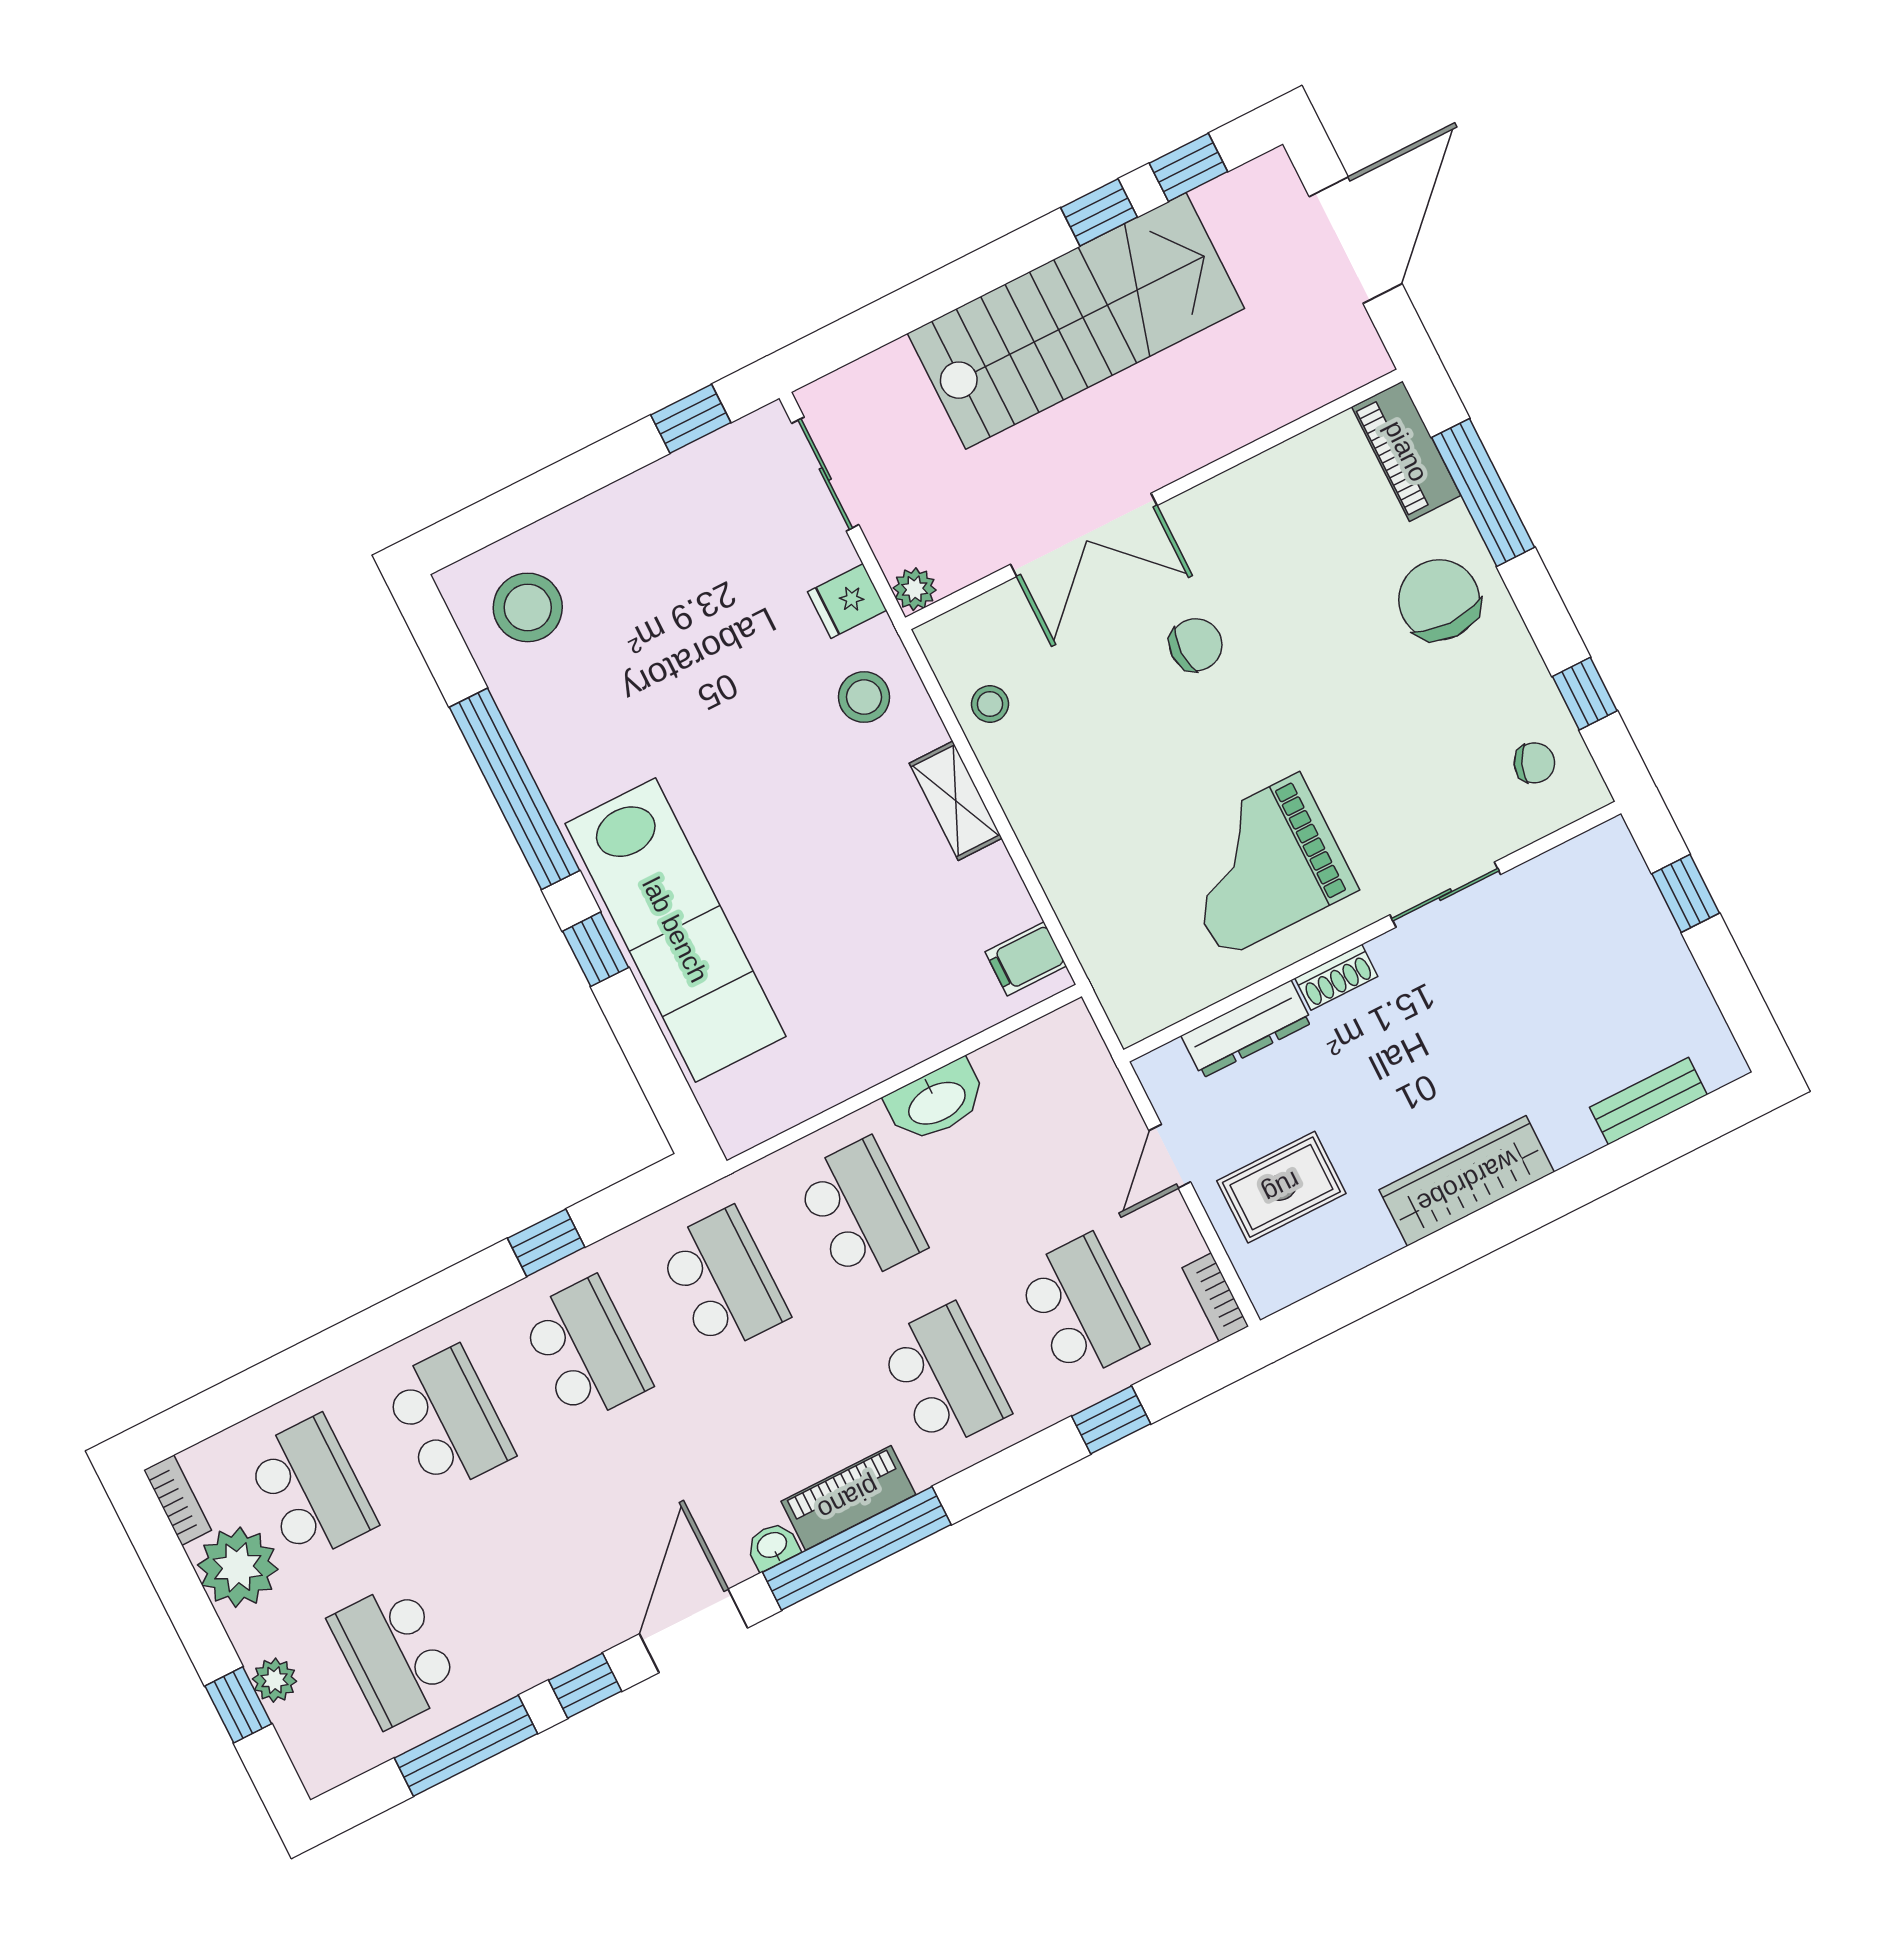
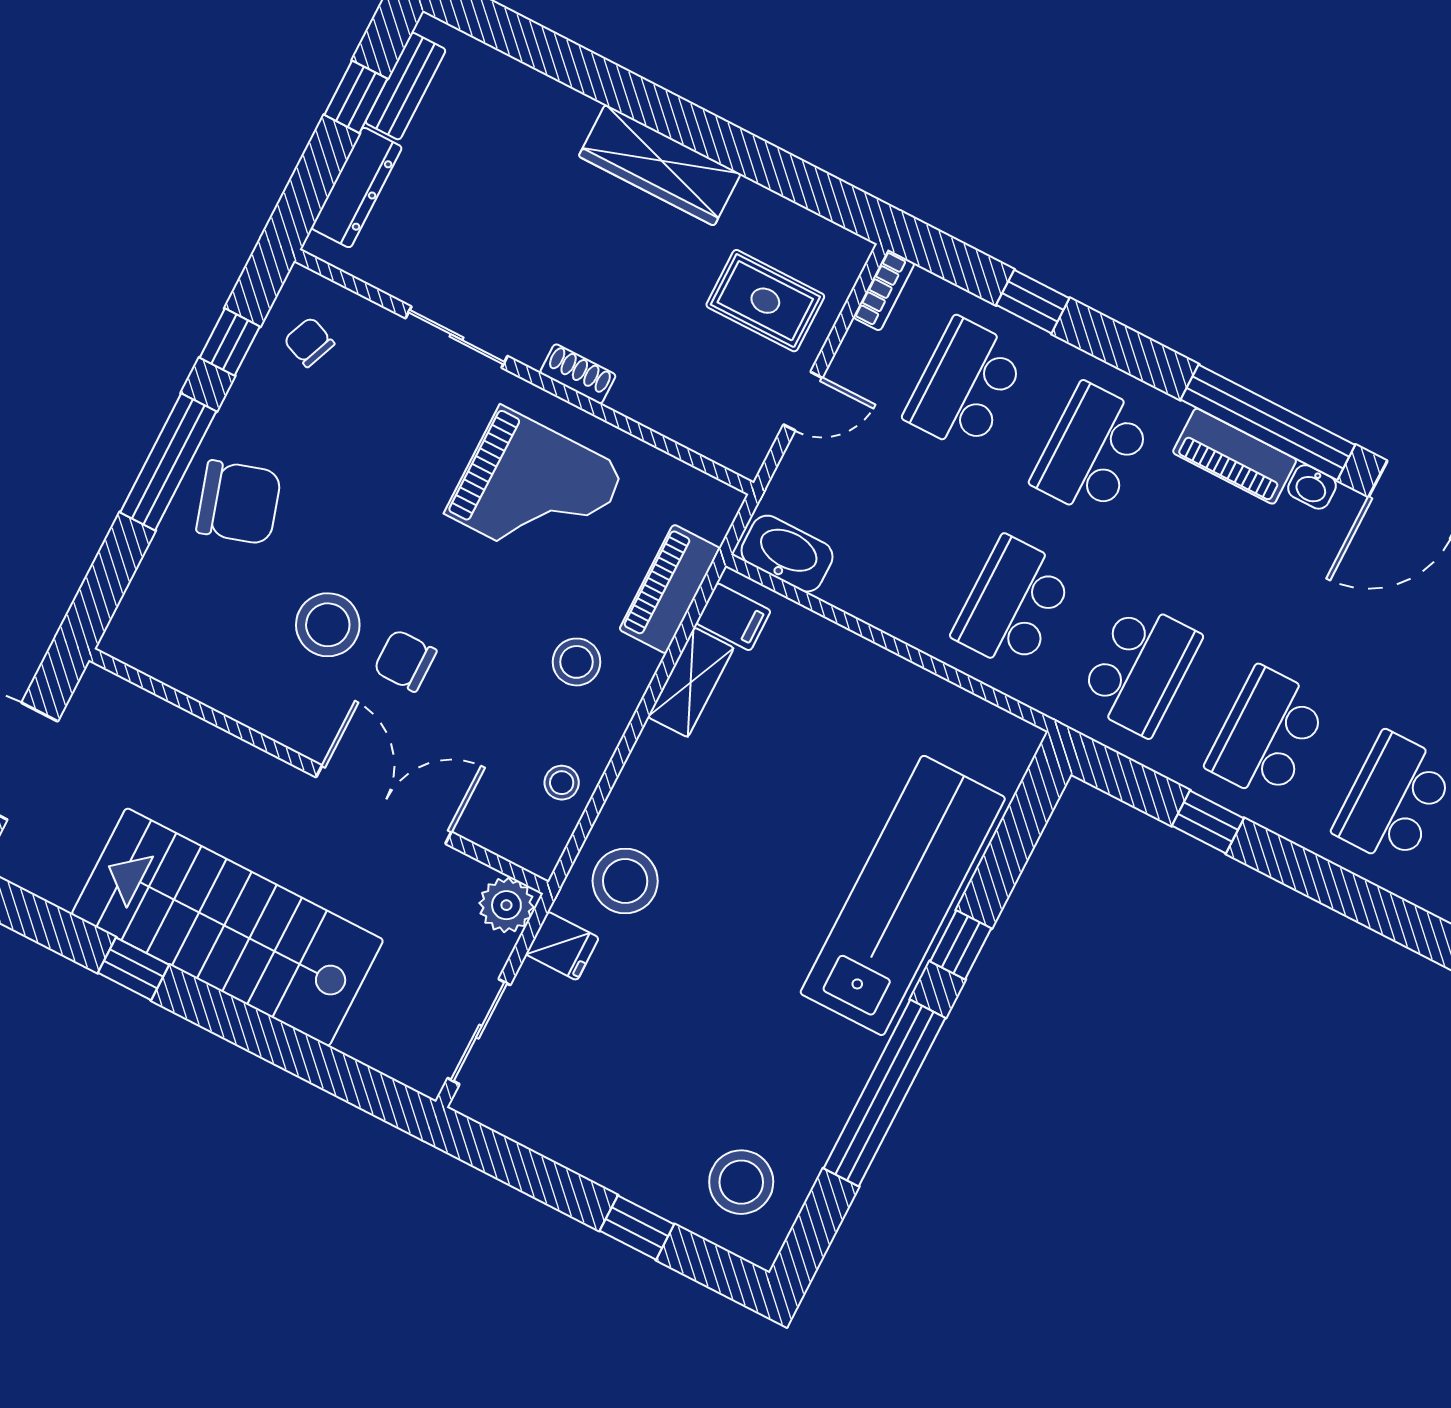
window: (1188, 167) -> (51, 926), removed
window: (691, 419) -> (637, 1228), moved
piano: (1406, 451) -> (670, 589), moved, turned 180
window: (1483, 492) -> (168, 462), moved
plant: (915, 589) -> (506, 905), width x1.38, depth x1.38
stool: (1276, 600) -> (328, 625), added
chair: (1439, 600) -> (239, 502), turned -107
stool: (864, 697) -> (625, 881), width x1.38, depth x1.38
stool: (1086, 793) -> (577, 662), added
shelving: (956, 801) -> (691, 682), moved
window: (1686, 893) -> (356, 97), moved
dresser: (1247, 1029) -> (357, 188), moved, turned 90
bench: (1648, 1101) -> (406, 86), moved, turned 90
washbasin: (936, 1102) -> (787, 554), moved
school desk: (723, 1281) -> (1140, 669), turned 180

